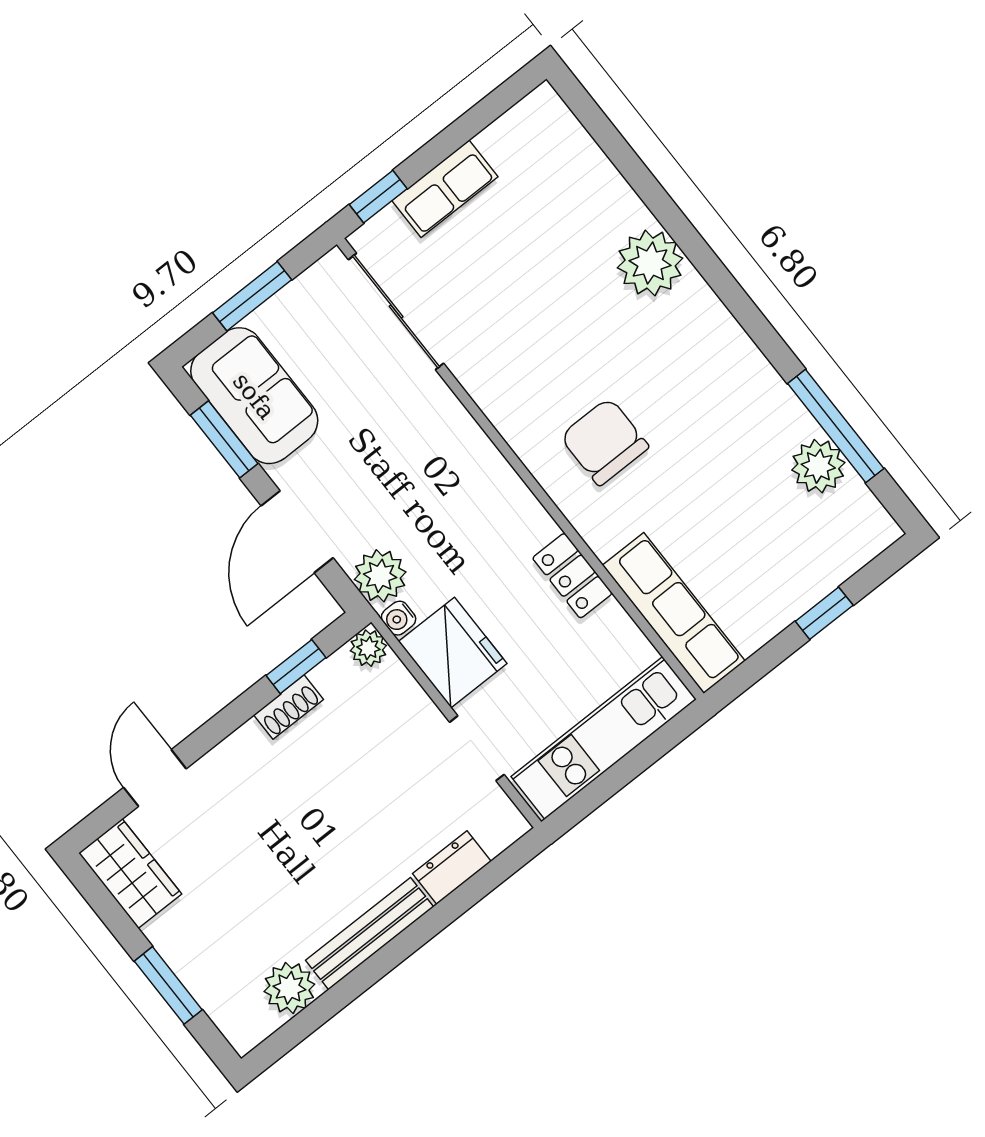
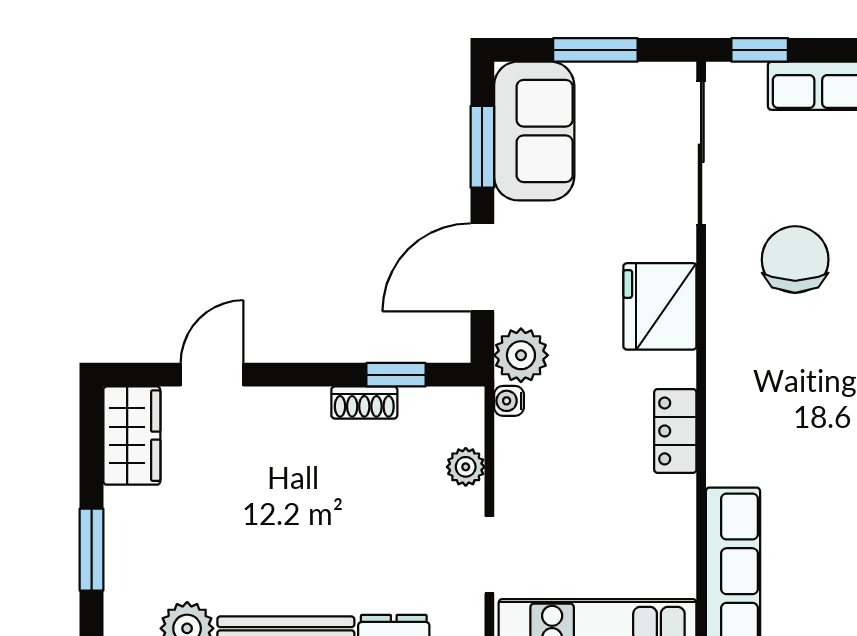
chair: (604, 442) -> (795, 259), moved
locker: (572, 576) -> (675, 431), moved
plant: (368, 648) -> (466, 467), moved
fridge: (453, 652) -> (660, 306), moved, turned 180

